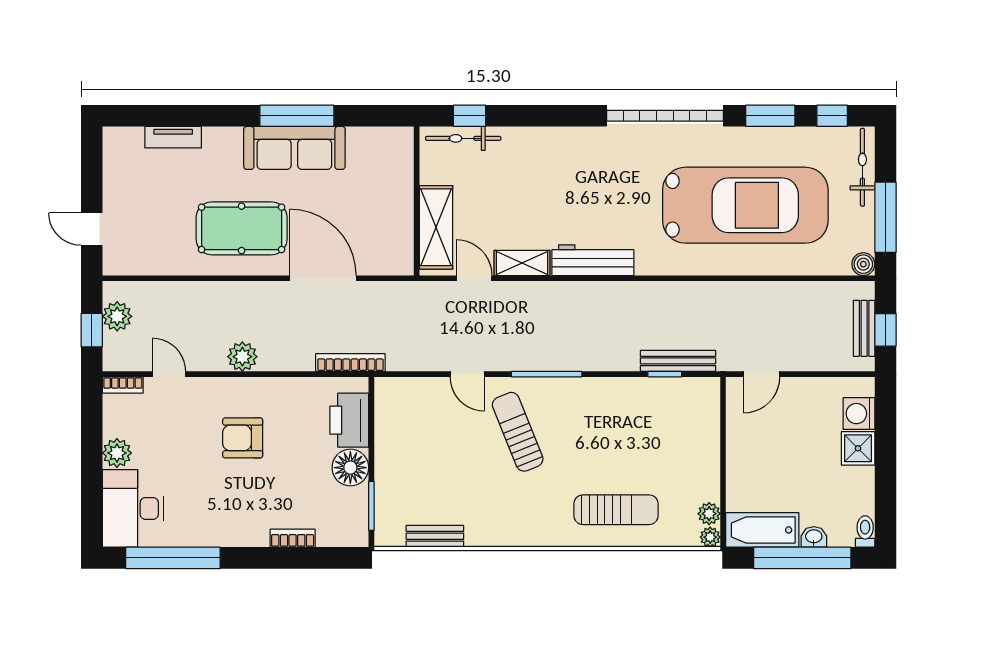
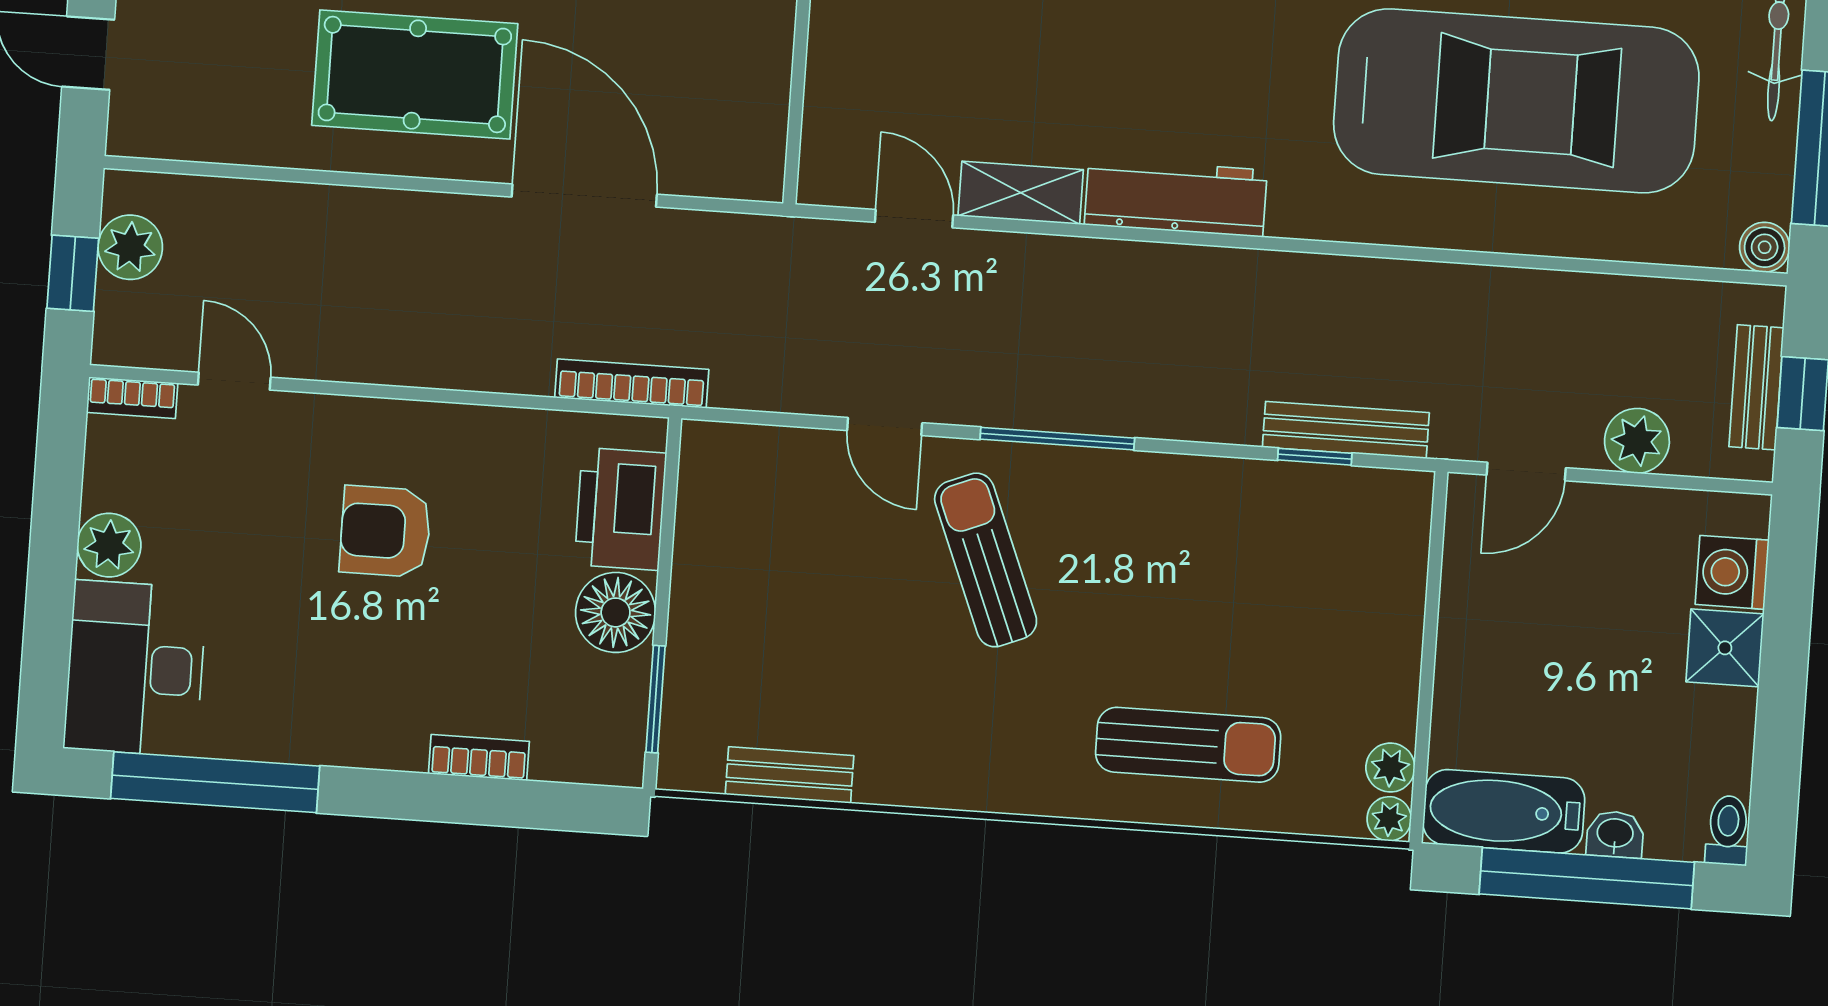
shelving: (436, 227) -> (839, 102), removed
plant: (242, 357) -> (1637, 441), moved

